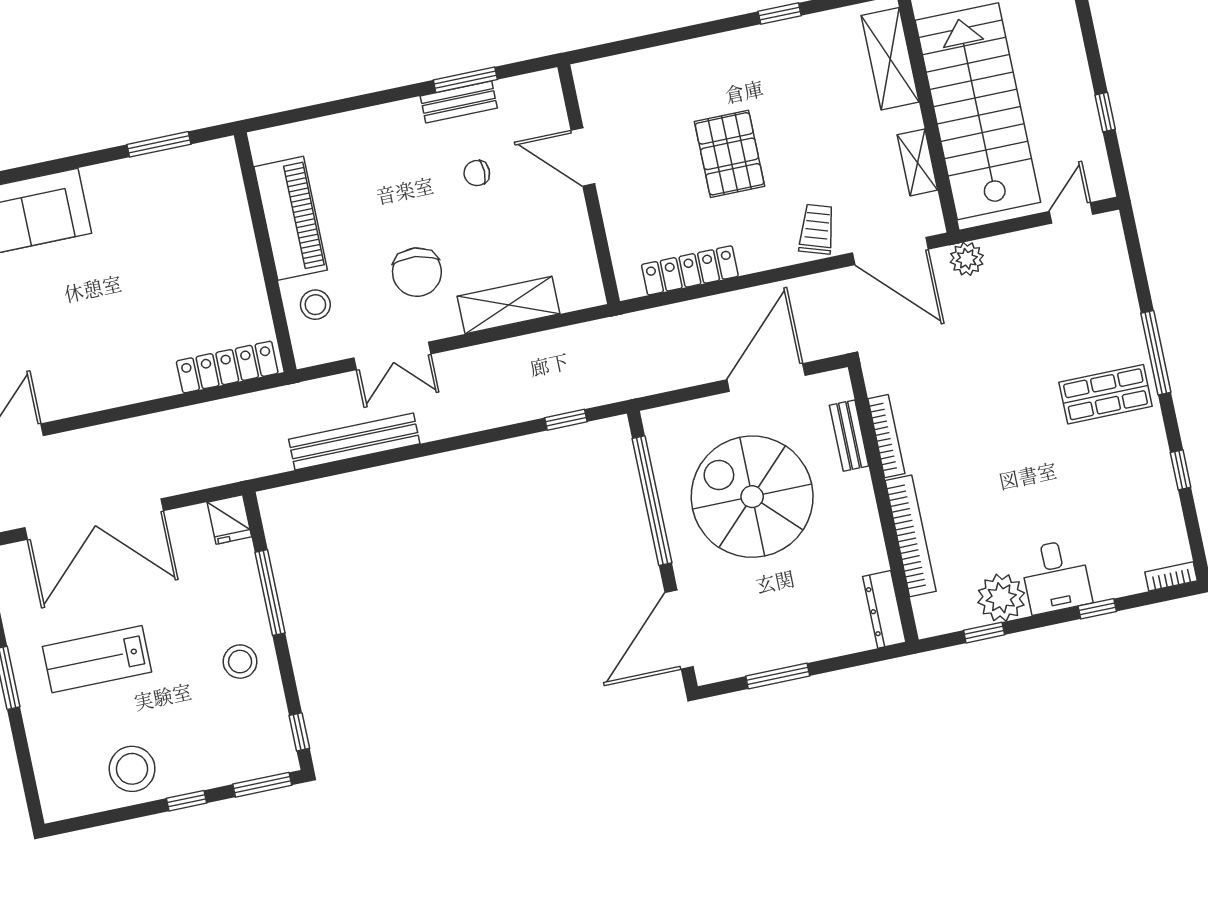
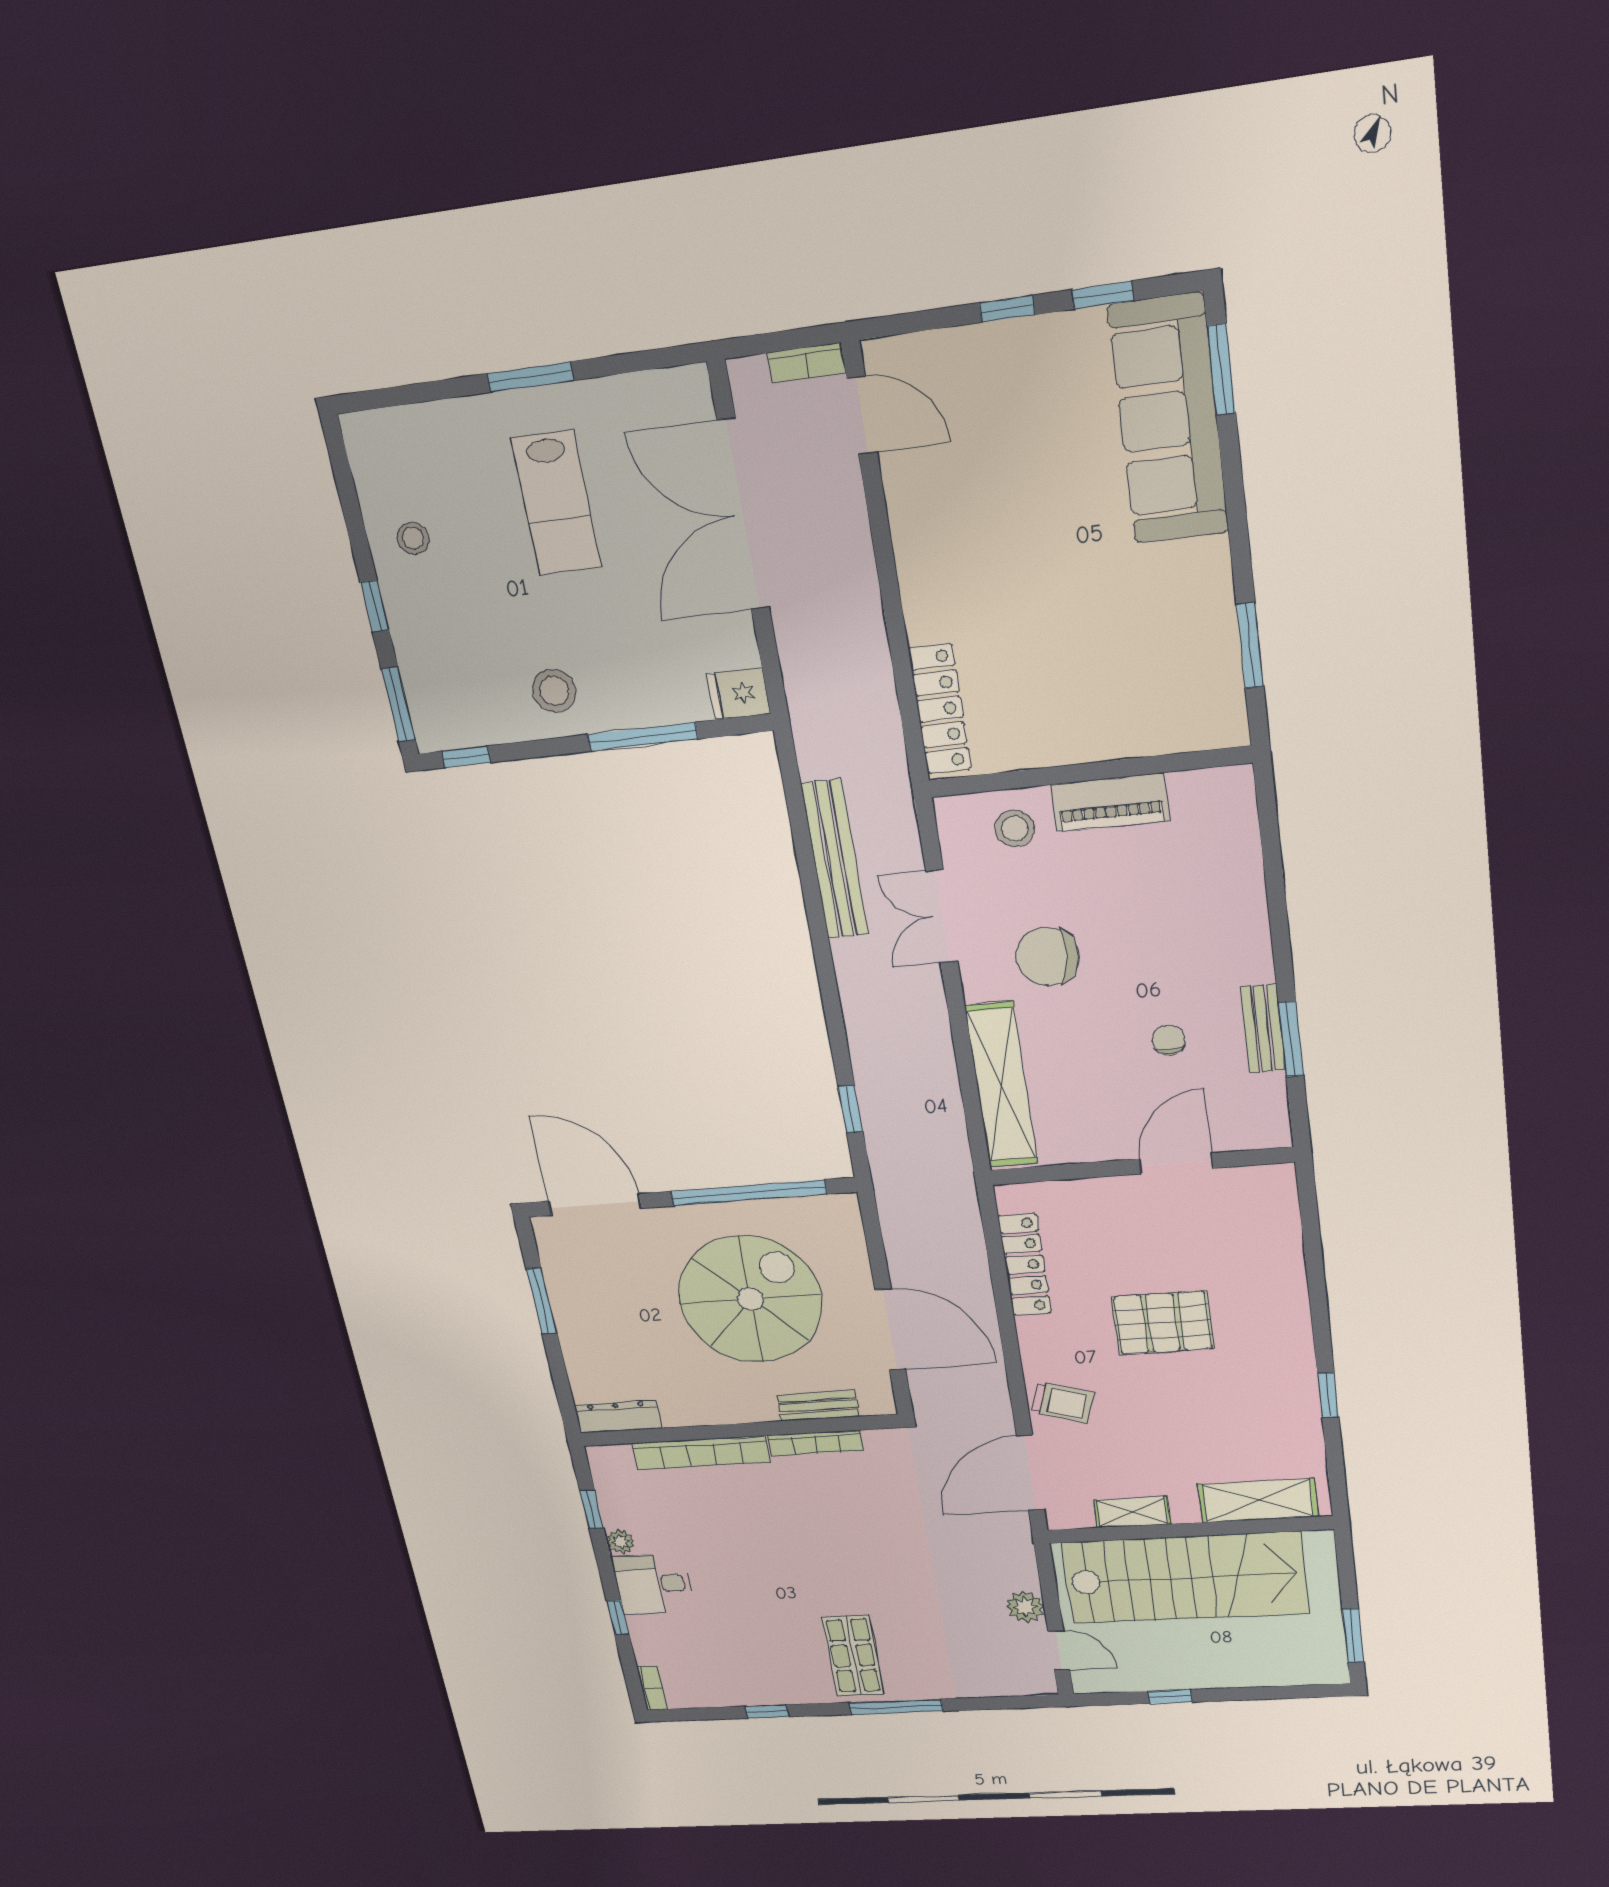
piano: (291, 218) -> (1110, 802), width x0.73, depth x0.75
plant: (967, 259) -> (1025, 1607), moved
shelving: (508, 305) -> (1001, 1085), width x1.47
plant: (1001, 598) -> (621, 1542), width x0.53, depth x0.53
lab bench: (97, 659) -> (556, 503), turned 180
stool: (132, 769) -> (413, 538), width x0.53, depth x0.53

